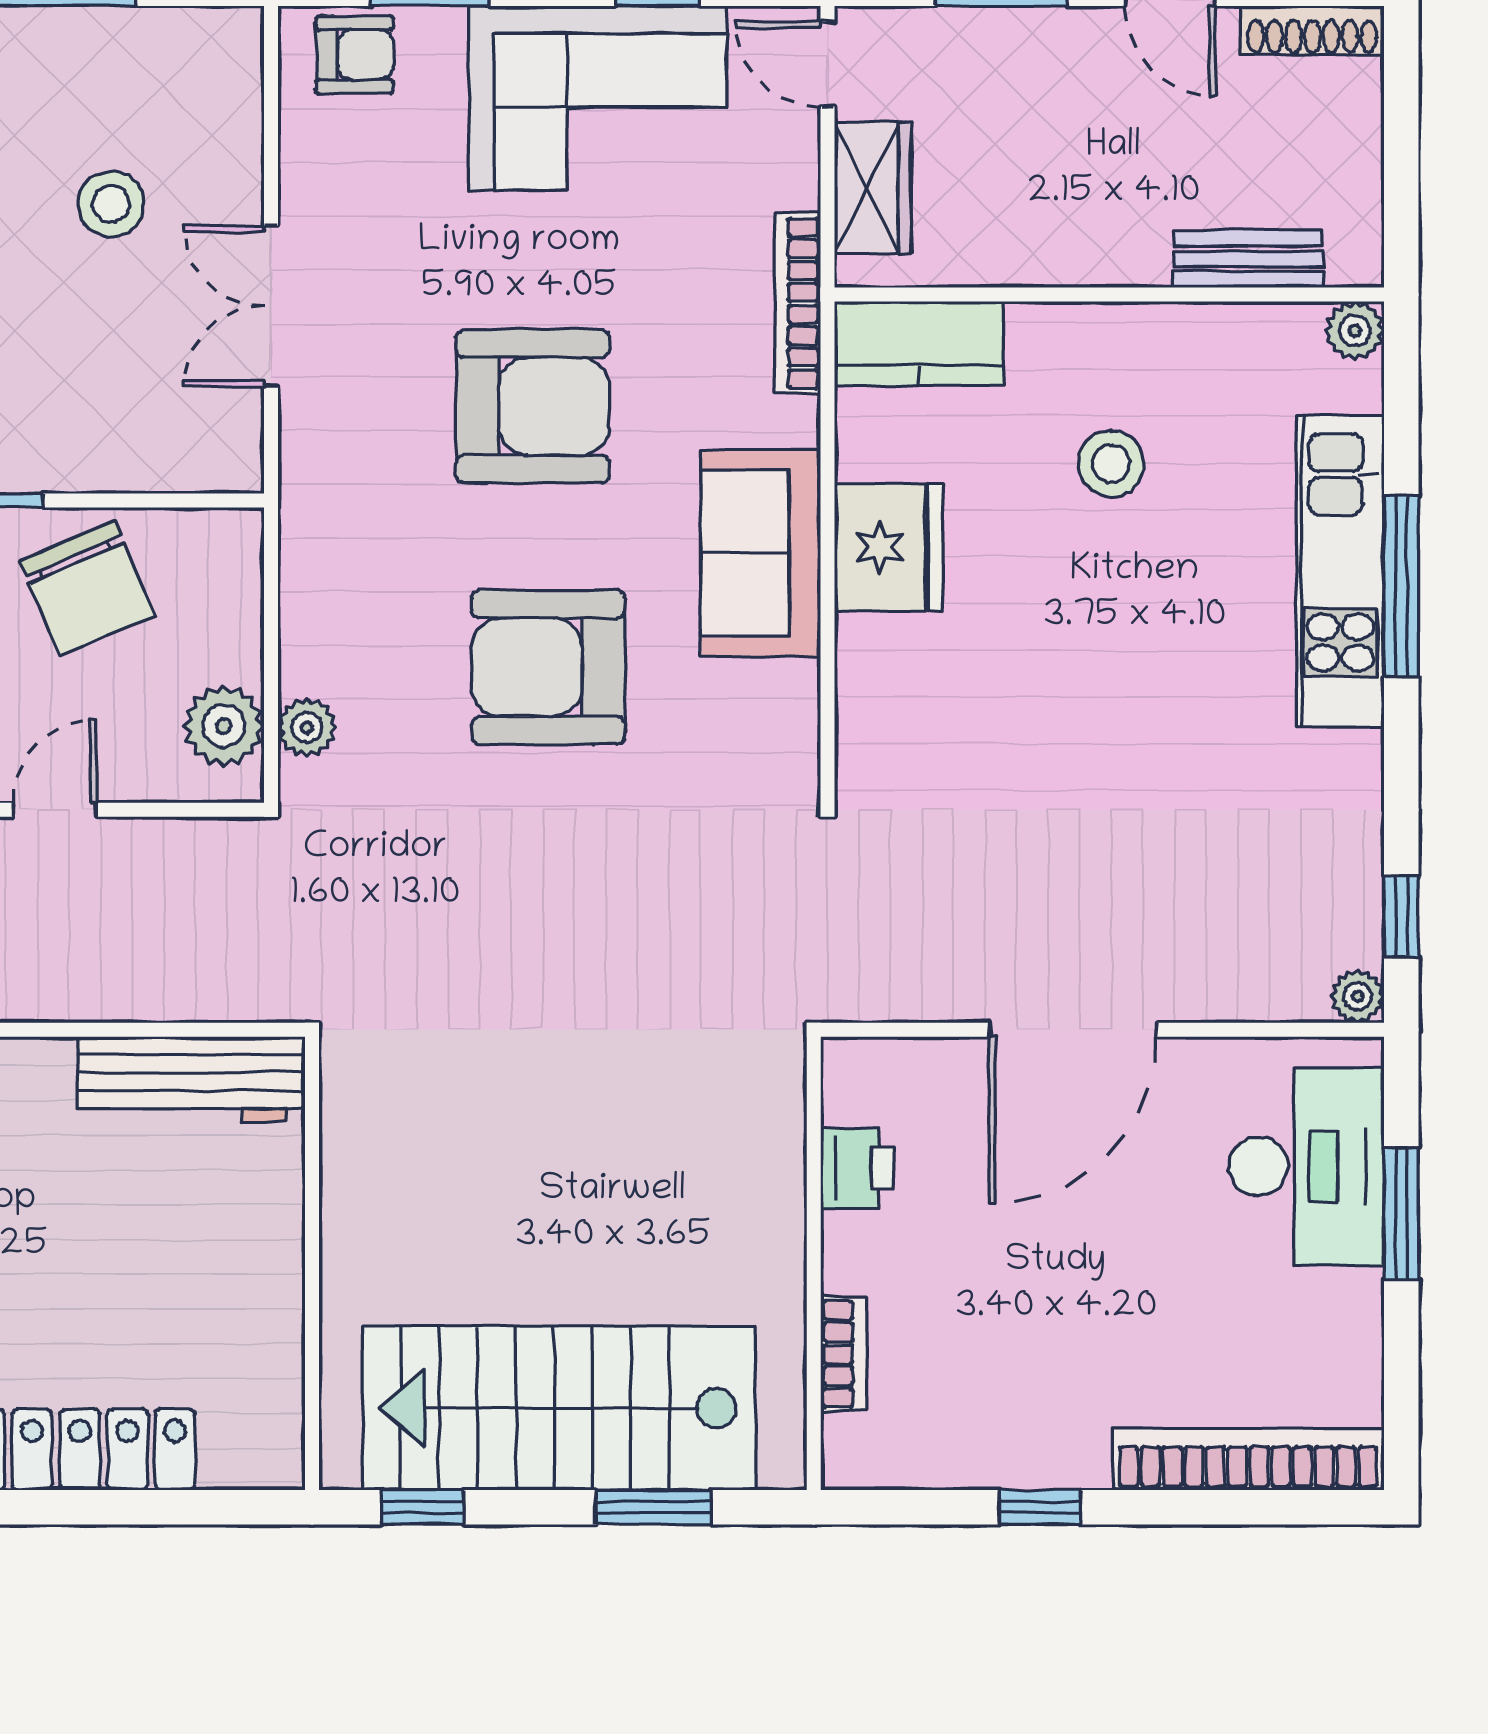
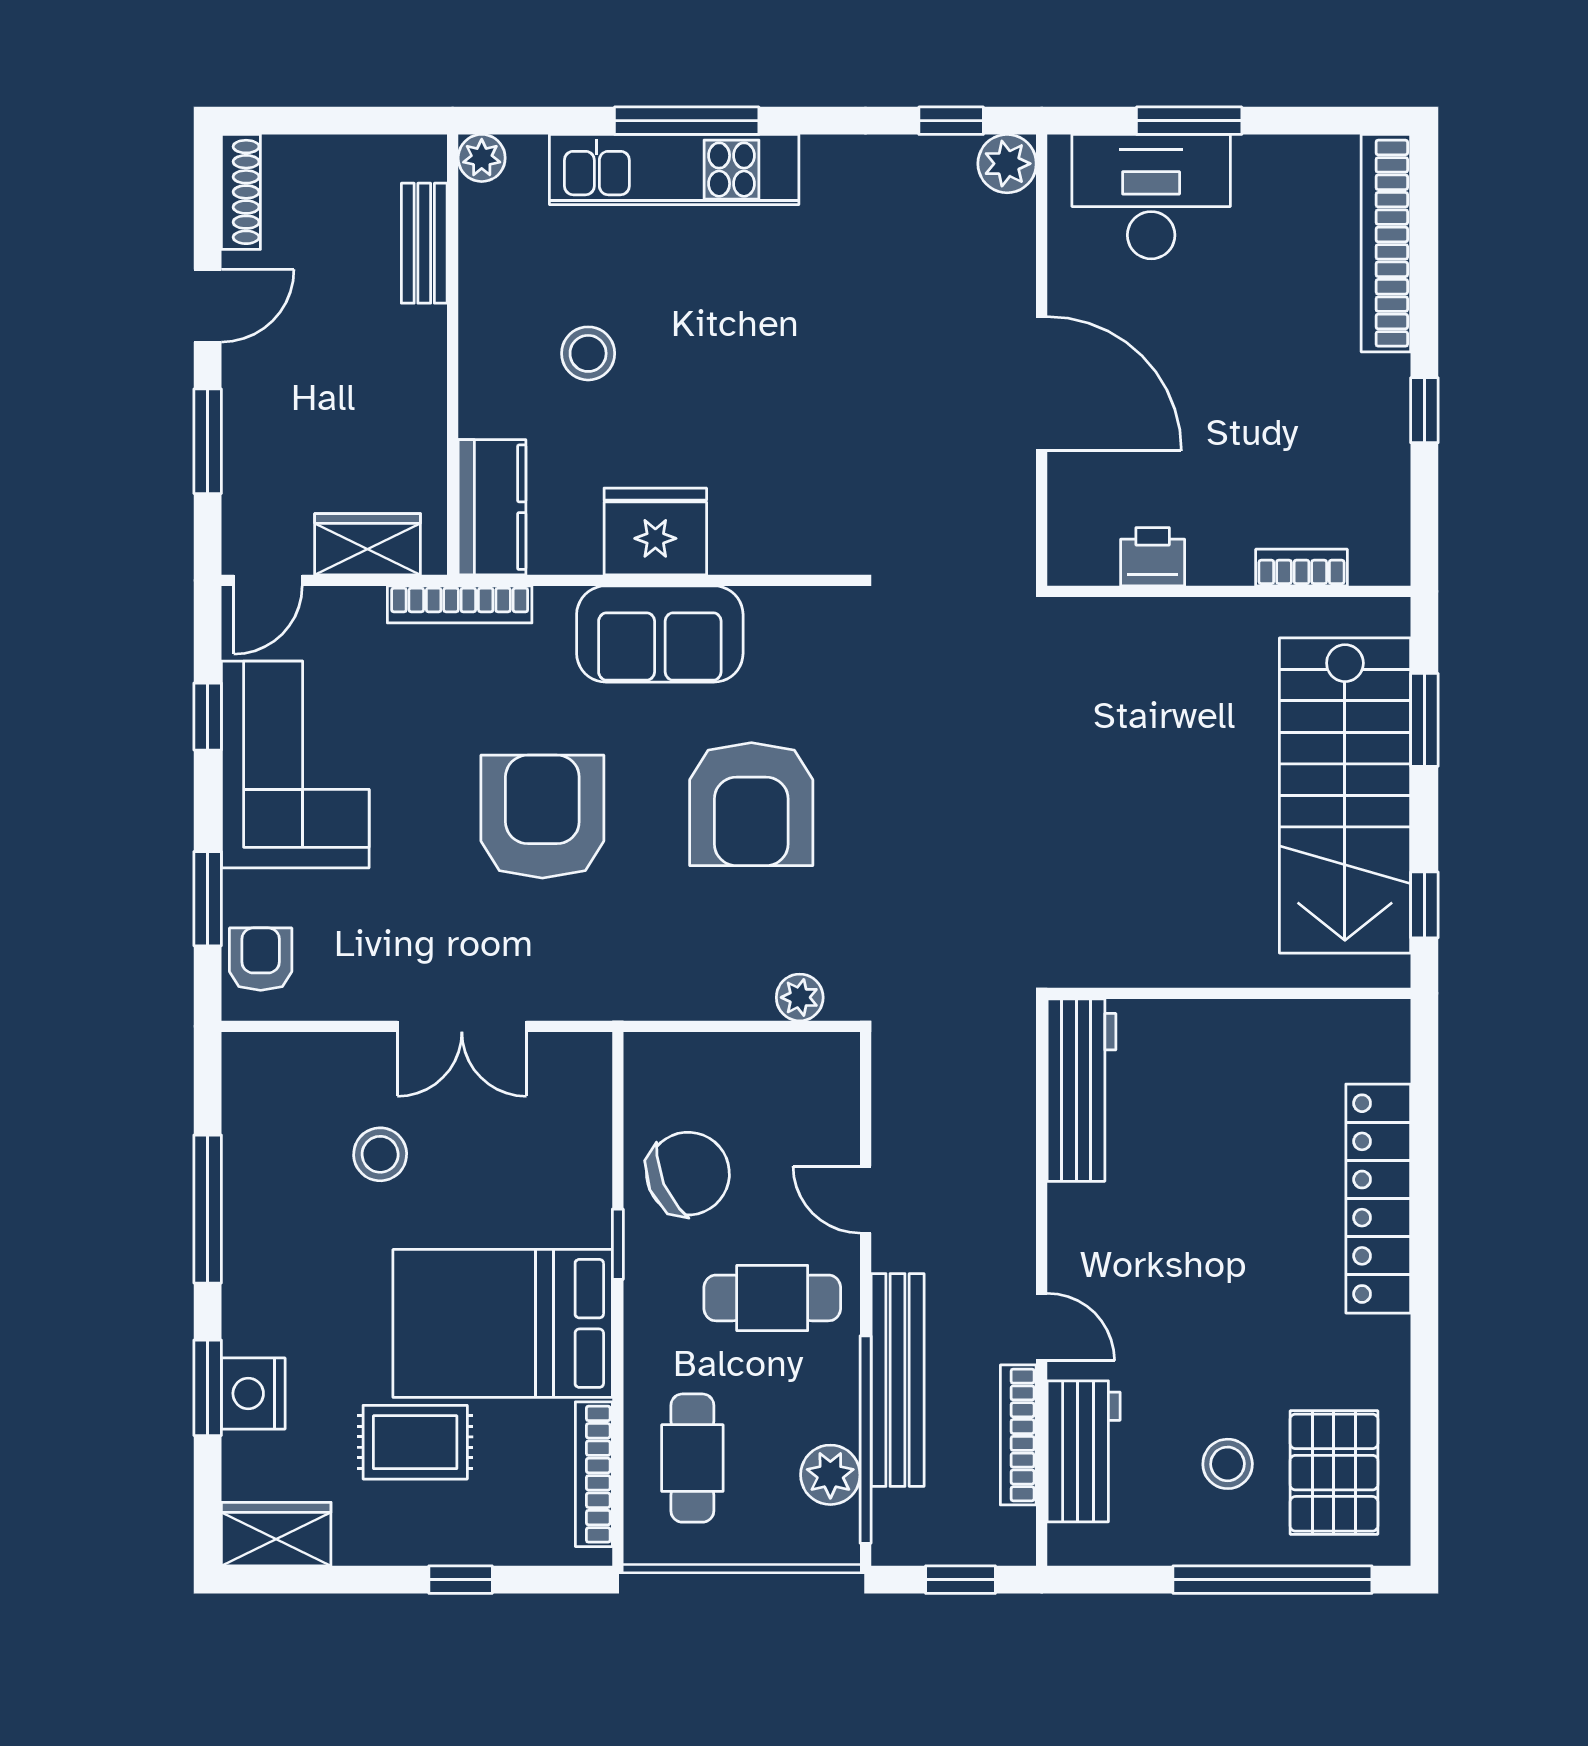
plant: (224, 726) -> (798, 1064), removed
plant: (1358, 996) -> (1007, 164), width x1.38, depth x1.38

